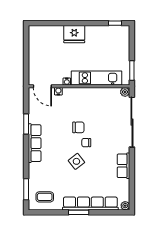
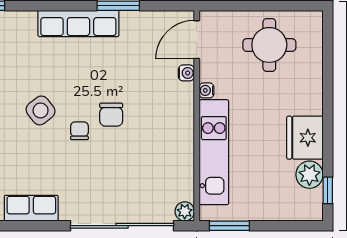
plant: (107, 32) -> (309, 175), added
fridge: (74, 34) -> (305, 138), moved
round table: (45, 51) -> (269, 45), added

